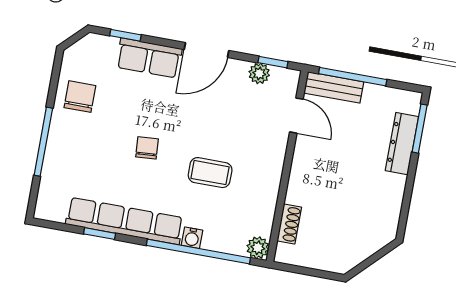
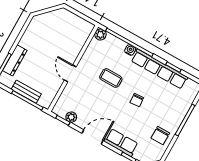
bench: (334, 87) -> (26, 92), moved
door: (296, 116) -> (70, 73), moved
shoe rack: (289, 224) -> (82, 41), removed

